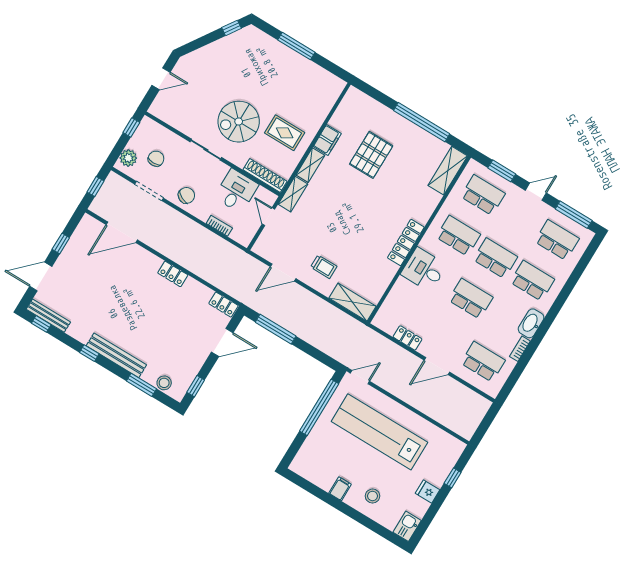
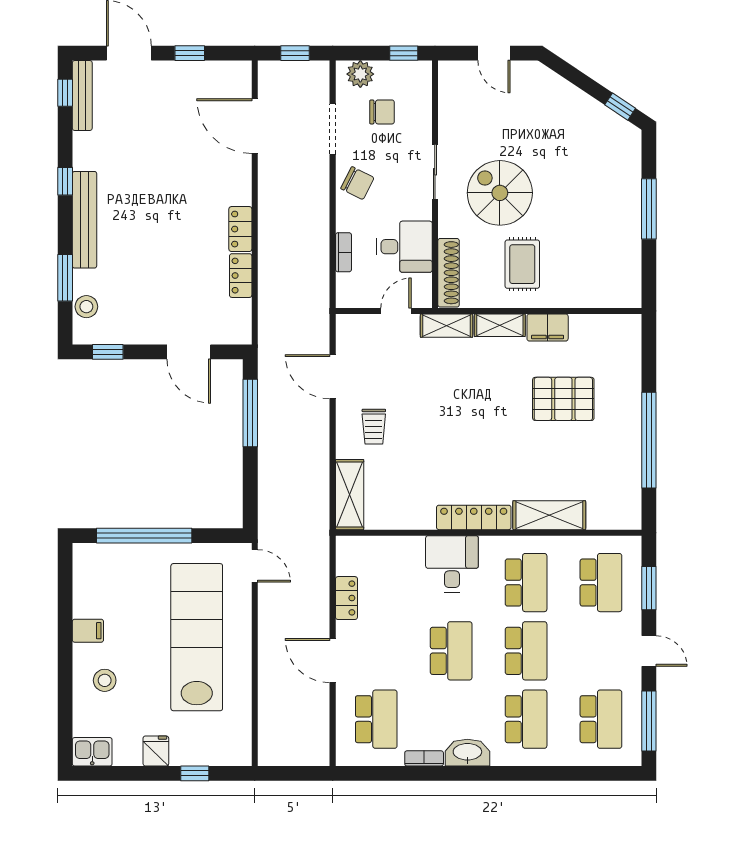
shelving: (448, 171) -> (549, 515), moved
locker: (224, 305) -> (241, 276), moved
window: (319, 407) -> (144, 536), moved

